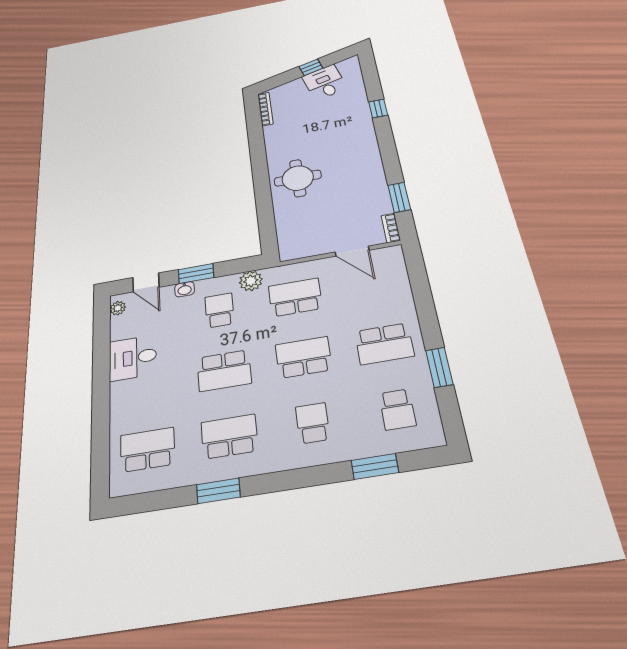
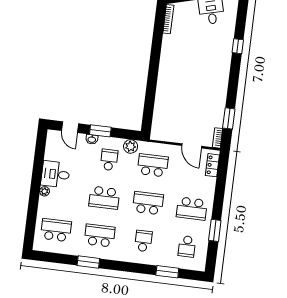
round table: (298, 178) -> (175, 83), removed
locker: (397, 268) -> (212, 165), added
plant: (118, 308) -> (45, 191), moved

